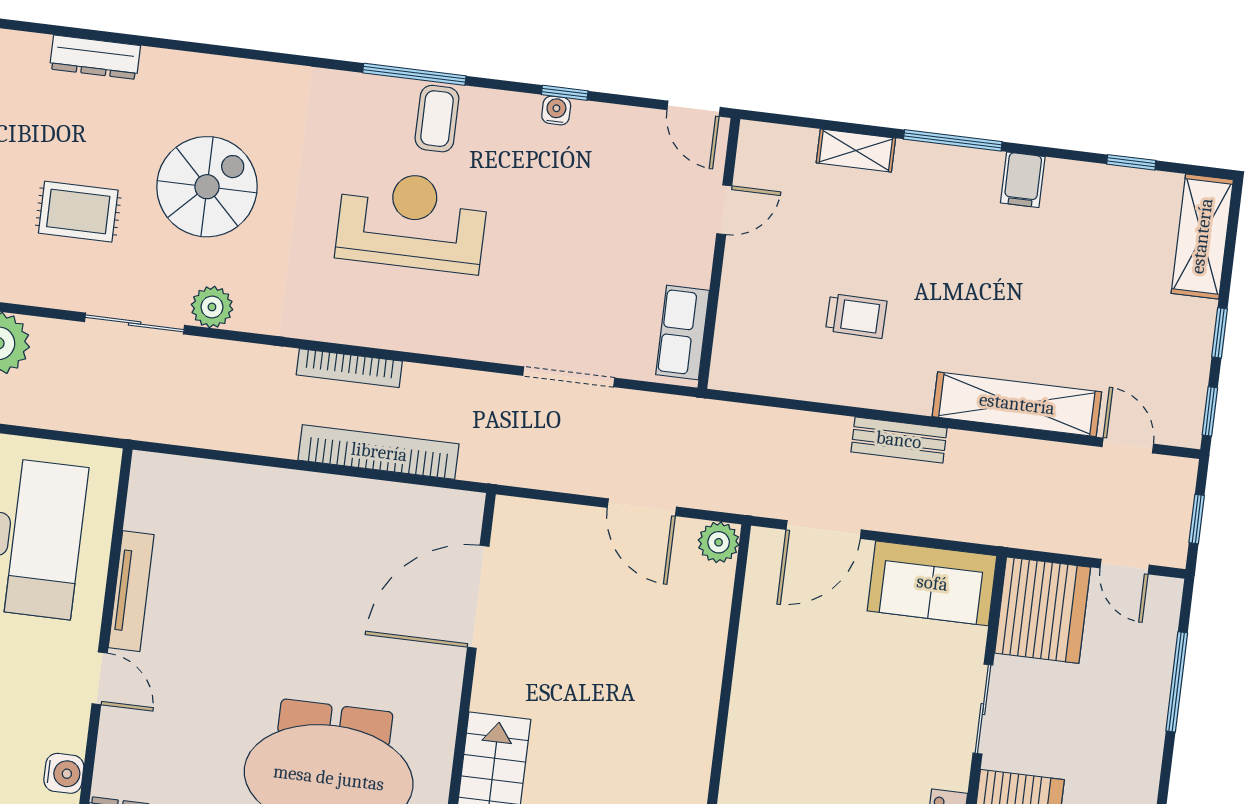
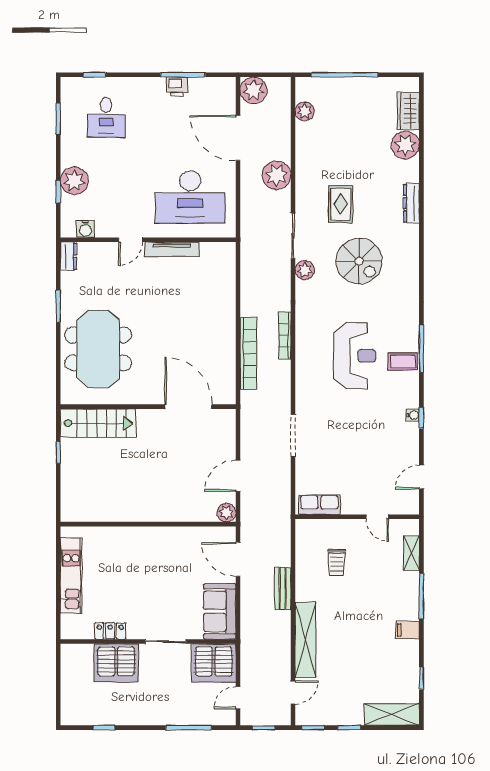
door: (724, 210) -> (377, 517), moved
wall: (719, 253) -> (357, 517), moved
row of seats: (683, 333) -> (319, 505), moved

